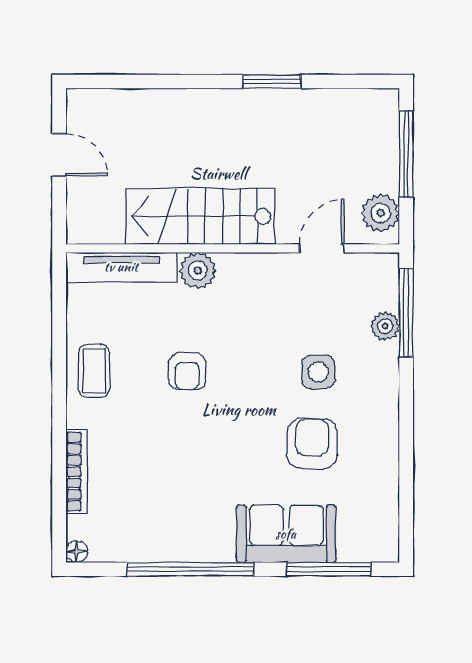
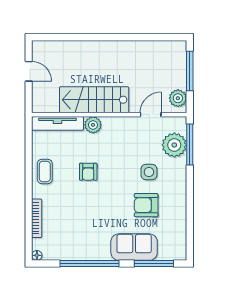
window: (272, 82) -> (127, 37), removed
plant: (385, 326) -> (174, 145), width x1.88, depth x1.88
armchair: (312, 443) -> (146, 205), turned -90

